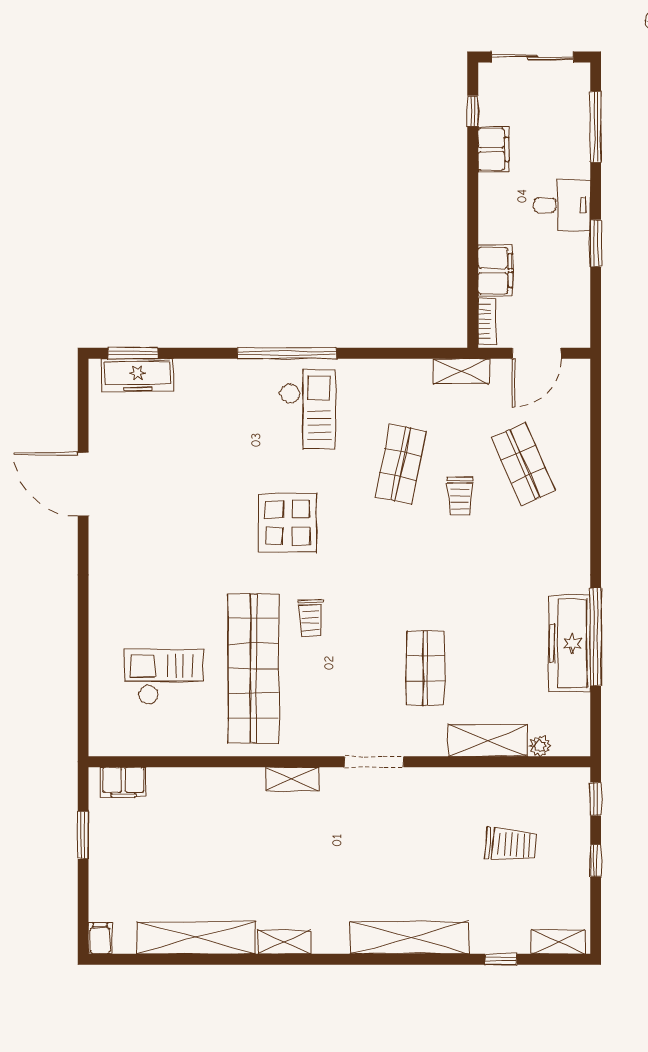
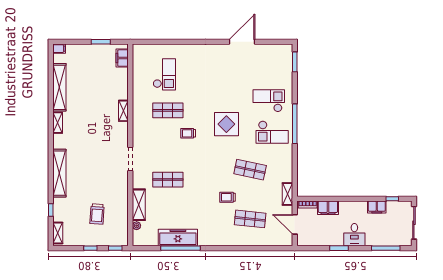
freezer: (137, 375) -> (286, 64), removed
checkout: (230, 418) -> (269, 101), added
shop shelf: (523, 464) -> (250, 219), turned 30
trolley: (460, 497) -> (228, 197), moved
shop shelf: (253, 668) -> (168, 110), width x0.50, depth x0.74
shelving: (292, 779) -> (123, 111), moved

